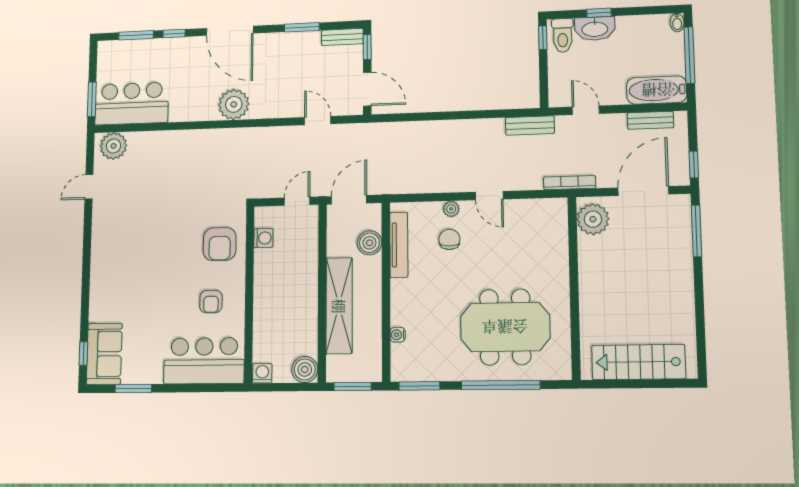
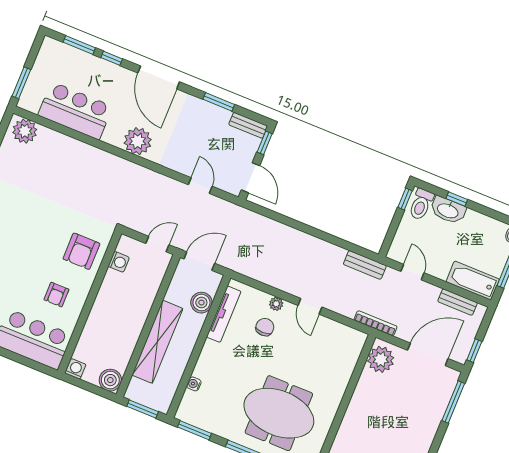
bar counter: (132, 103) -> (75, 111), moved

